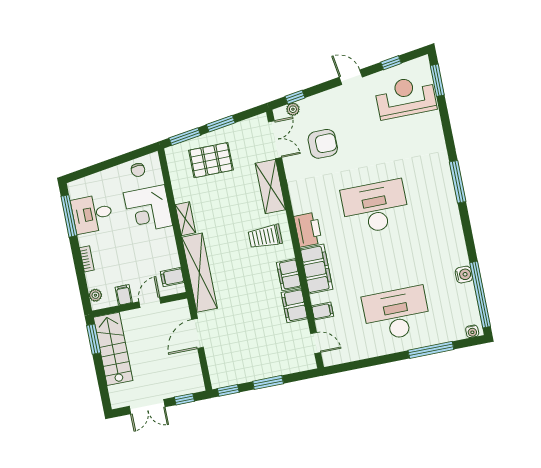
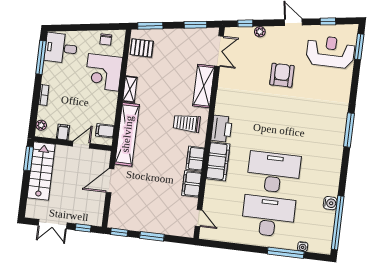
plant: (293, 109) -> (260, 32), moved
window: (221, 124) -> (195, 25), moved
armchair: (323, 144) -> (282, 75), moved, turned -90
pallet: (211, 160) -> (142, 48), moved, width x0.67, depth x0.71
desk: (375, 207) -> (274, 172), moved
desk: (92, 214) -> (61, 48), moved
filing cabinet: (323, 311) -> (212, 195), removed
water cooler: (472, 331) -> (303, 247), moved

